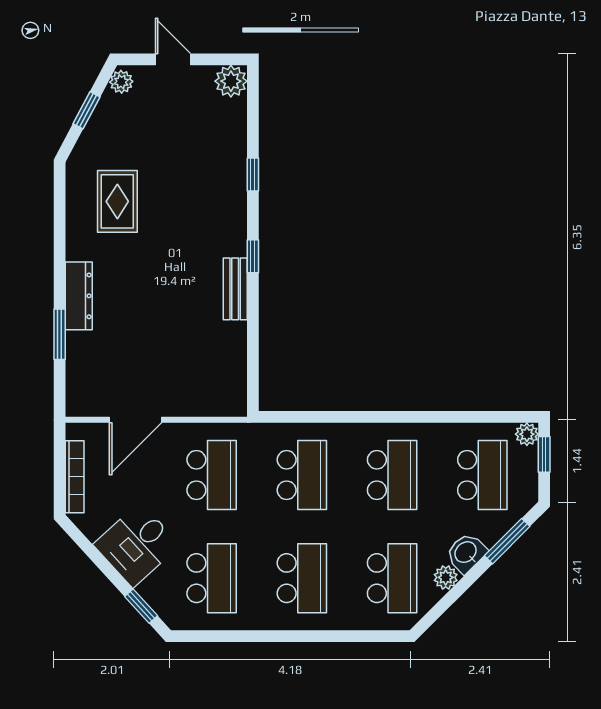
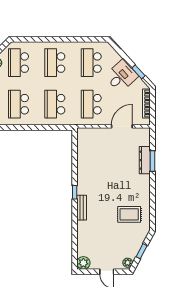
window: (253, 175) -> (75, 225), removed
rug: (117, 201) -> (129, 214), turned 90
bench: (235, 289) -> (82, 208), moved
dresser: (79, 296) -> (145, 160), moved
window: (141, 606) -> (138, 72), moved

